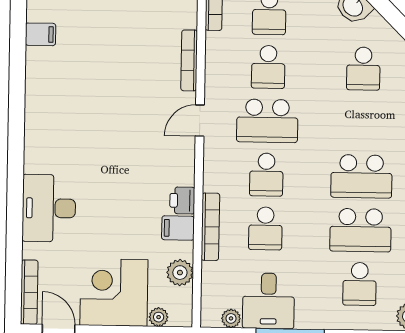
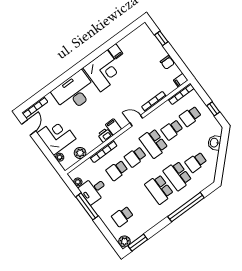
filing cabinet: (40, 34) -> (115, 51), moved
corner desk: (60, 110) -> (104, 71), added
desk: (49, 208) -> (74, 92), width x1.36, depth x1.30
filing cabinet: (178, 228) -> (113, 127), moved
school desk: (360, 230) -> (178, 176), moved

